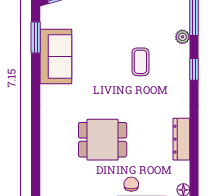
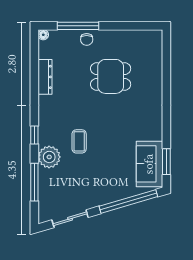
plant: (182, 37) -> (49, 157), width x1.88, depth x1.88
sofa: (56, 56) -> (149, 164), moved

